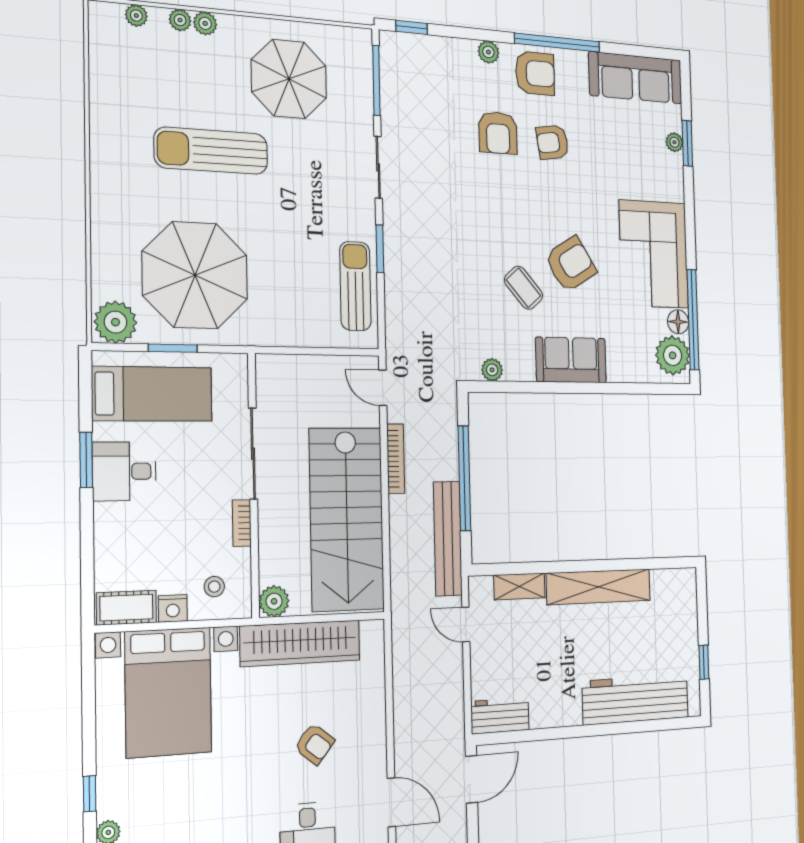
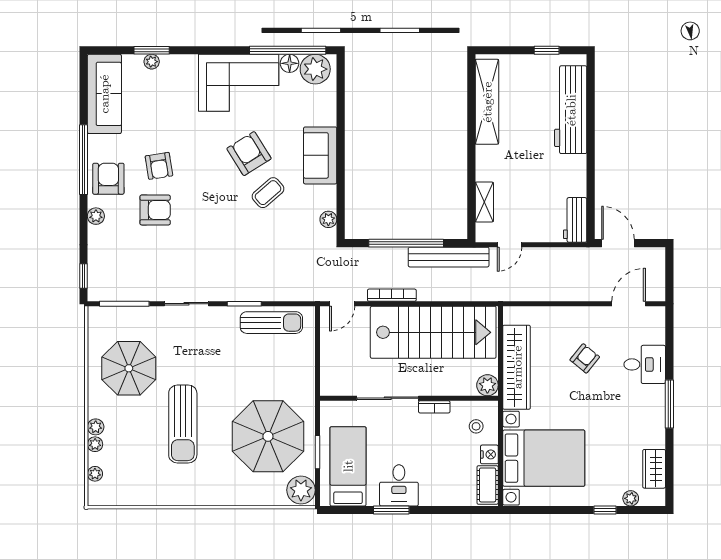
sun lounger: (355, 286) -> (271, 323), turned 180
shelving: (599, 587) -> (487, 102), moved

